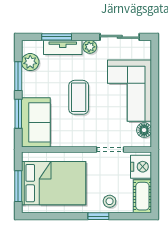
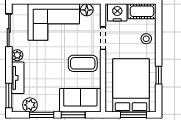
window: (57, 37) -> (9, 96), moved
coffee table: (79, 97) -> (83, 63), moved
window: (98, 216) -> (159, 75), moved

